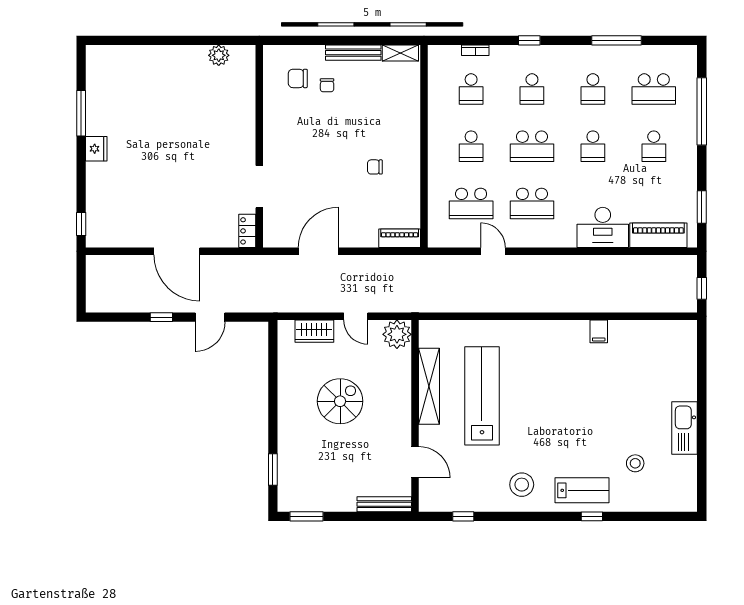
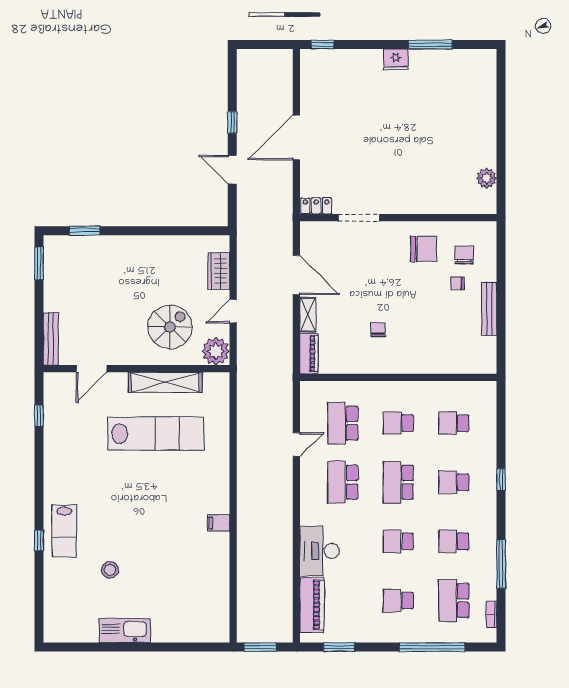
bookcase: (475, 50) -> (491, 614), moved
shelving: (400, 53) -> (308, 315), moved
chair: (292, 120) -> (424, 249), added
window: (702, 288) -> (260, 647), width x1.50
filing cabinet: (599, 331) -> (218, 523), moved
spiral stairs: (340, 401) -> (170, 327), moved, turned -90
stool: (635, 463) -> (110, 570), moved
stool: (522, 485) -> (70, 472), removed

